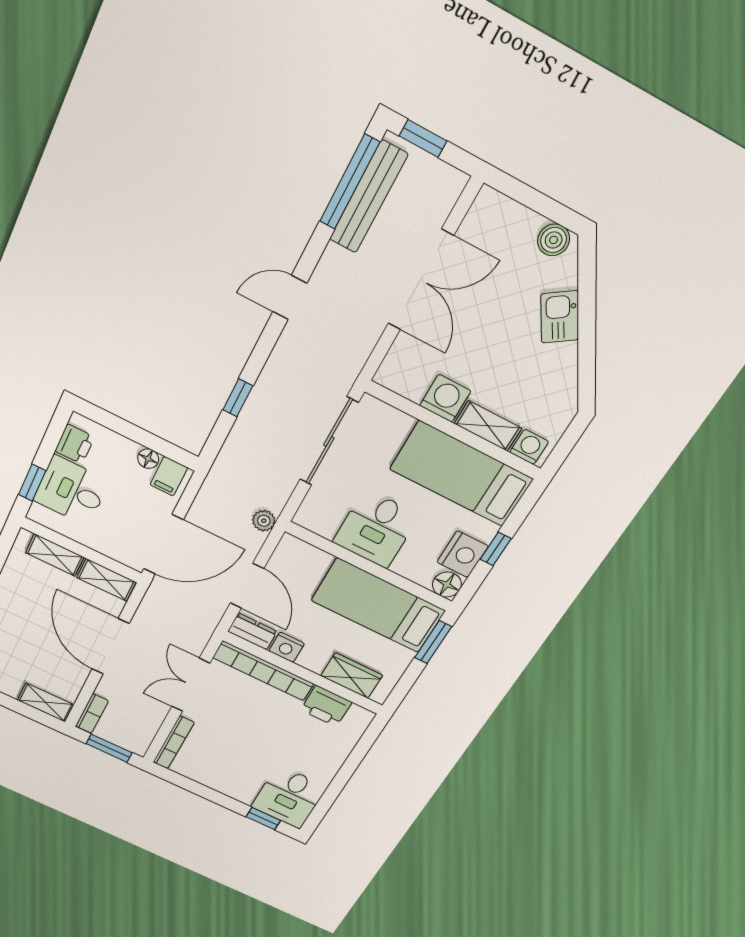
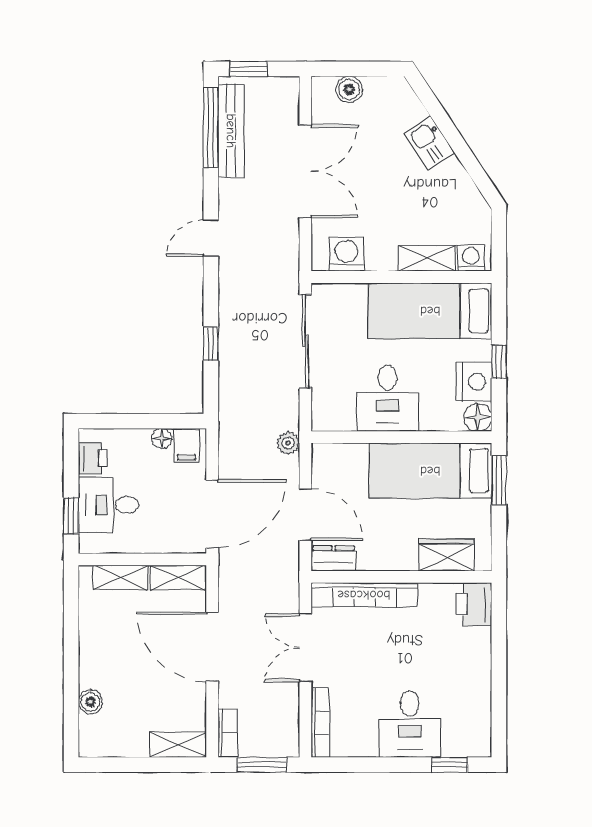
boiler: (554, 240) -> (349, 89), moved
washing machine: (445, 398) -> (347, 254), moved
nightstand: (287, 647) -> (372, 558), removed
printer: (326, 706) -> (474, 604), moved, turned 90
desk: (289, 797) -> (410, 724), moved

